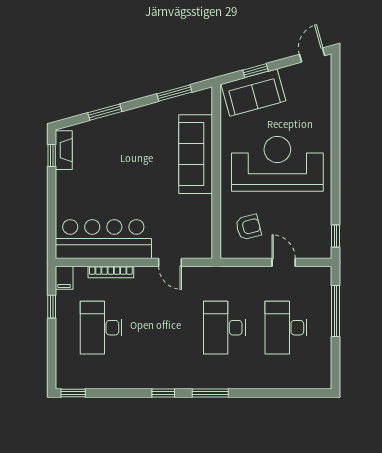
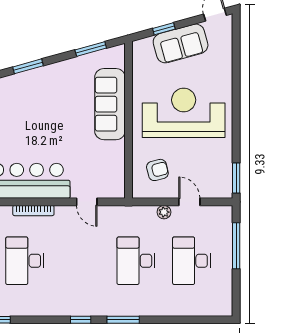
sofa: (253, 93) -> (181, 43), moved
window: (336, 236) -> (236, 178), width x1.50
plant: (256, 274) -> (164, 212), added

